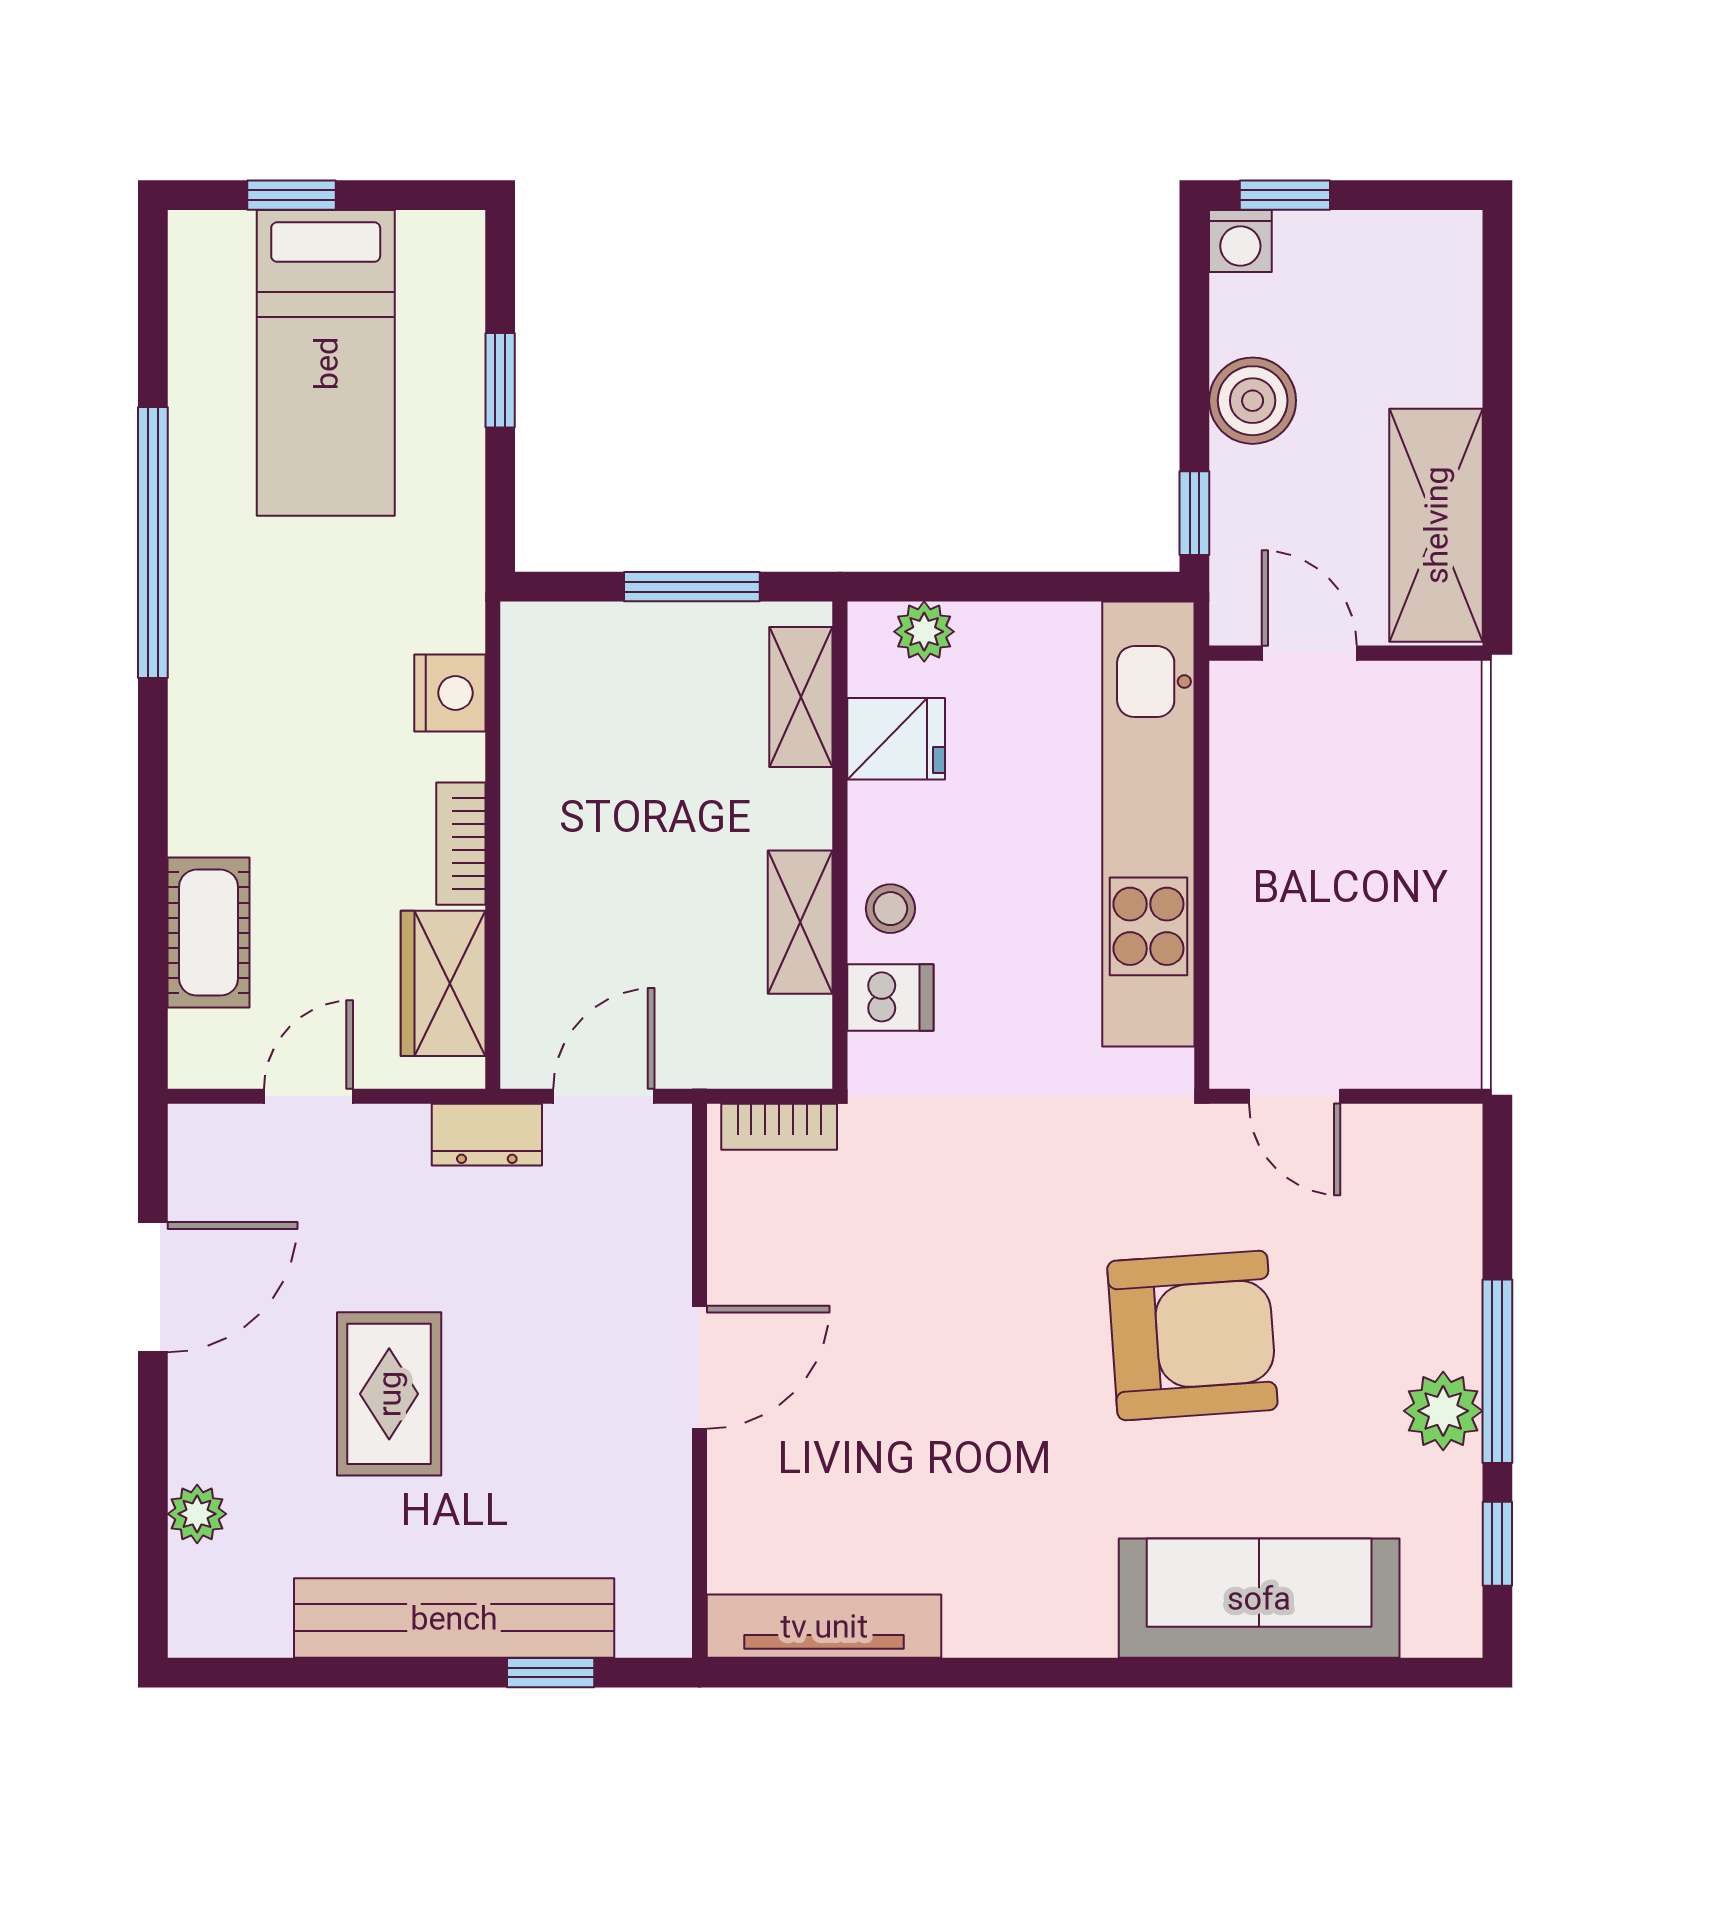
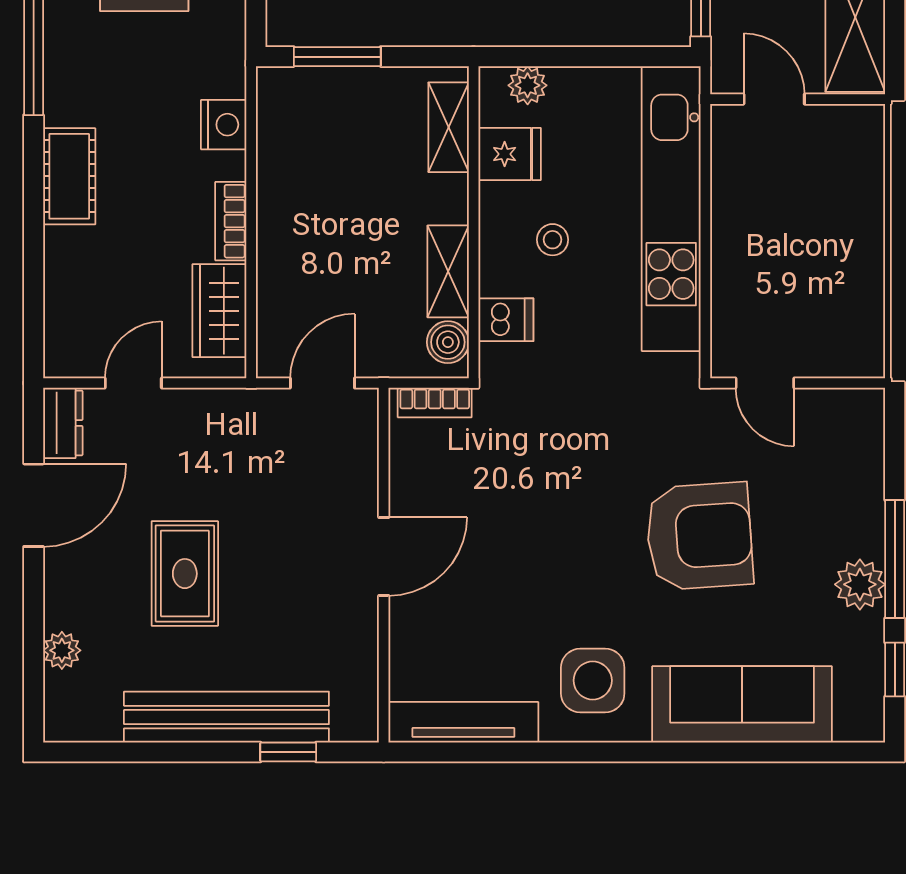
window: (692, 587) -> (337, 57), moved
stool: (890, 909) -> (553, 240), moved
cot: (209, 933) -> (69, 176), moved
boiler: (800, 1033) -> (448, 342), added
dresser: (487, 1135) -> (63, 423), moved, turned -90
side table: (1026, 1561) -> (593, 680), added

